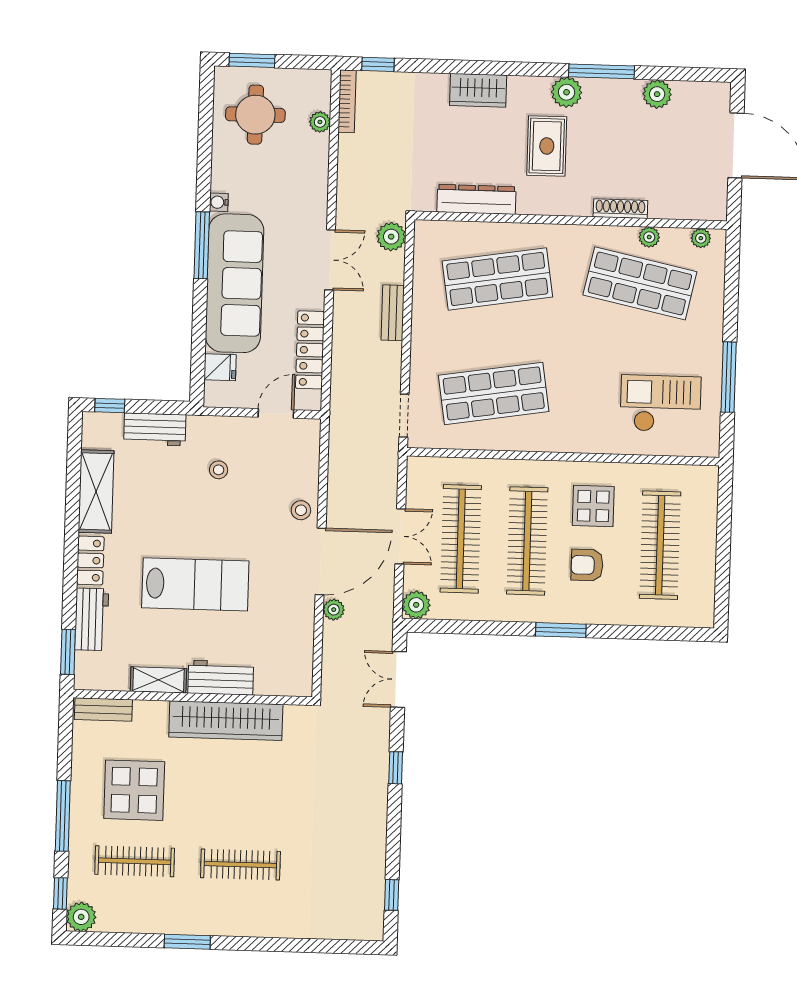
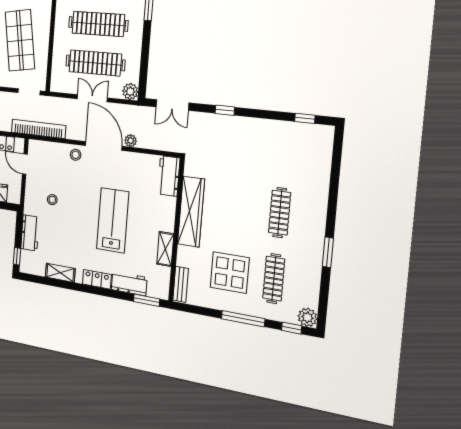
bookcase: (340, 437) -> (38, 129), added
shelving: (96, 491) -> (60, 273), width x0.67, depth x0.75
workbench: (221, 678) -> (169, 176), moved

